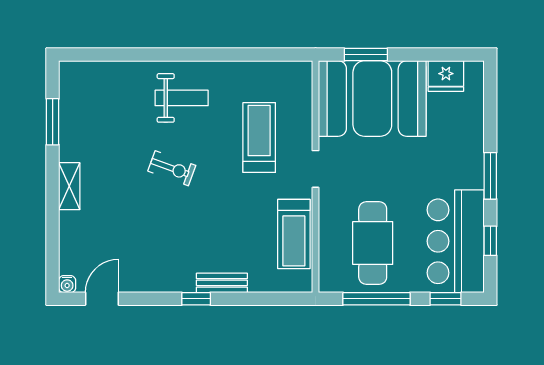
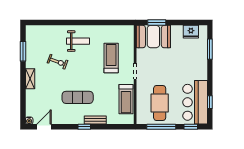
booth: (372, 99) -> (153, 37), width x0.73, depth x0.70
exercise bike: (172, 168) -> (57, 62), moved
window: (490, 176) -> (210, 49), moved
exercise mat: (181, 230) -> (78, 97), added

